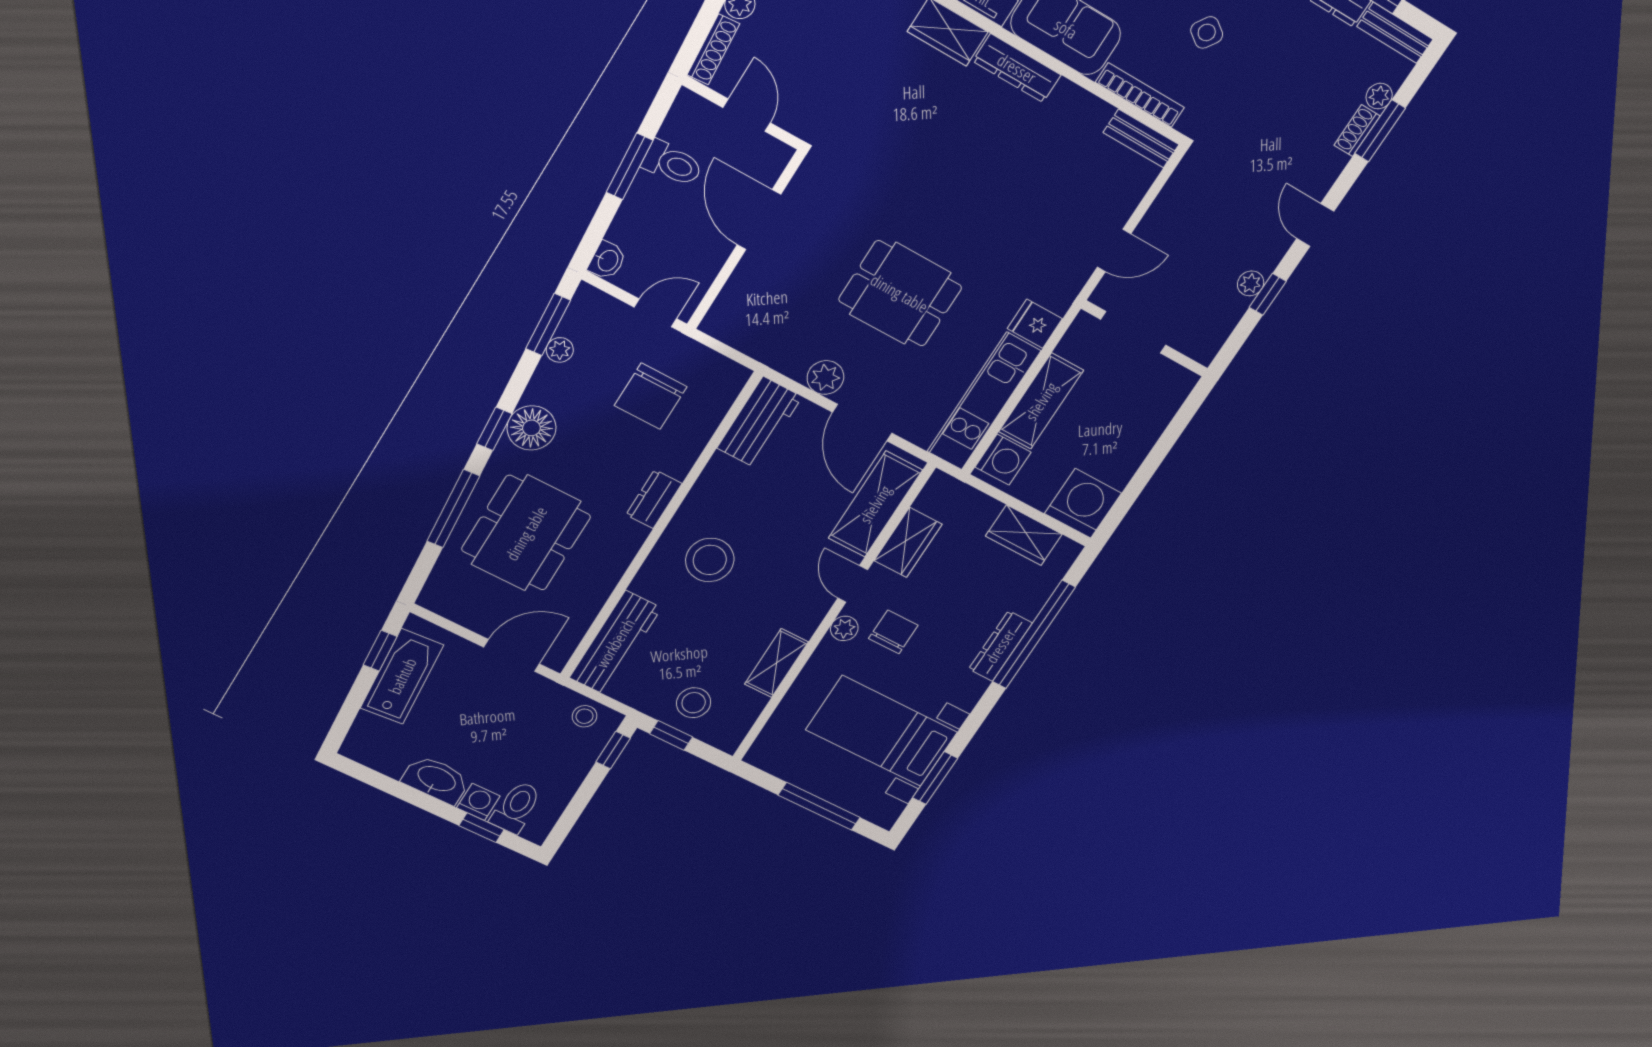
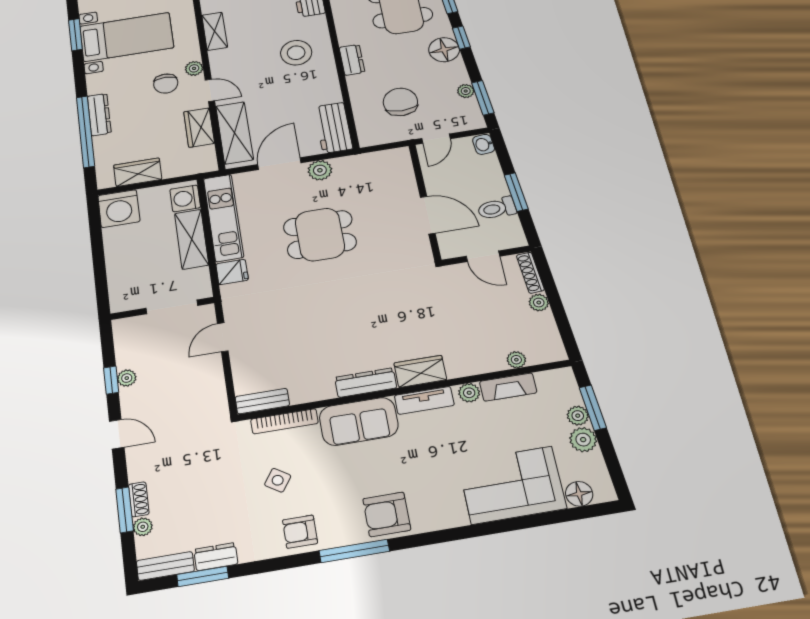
door: (862, 423) -> (279, 164), hinge flipped

